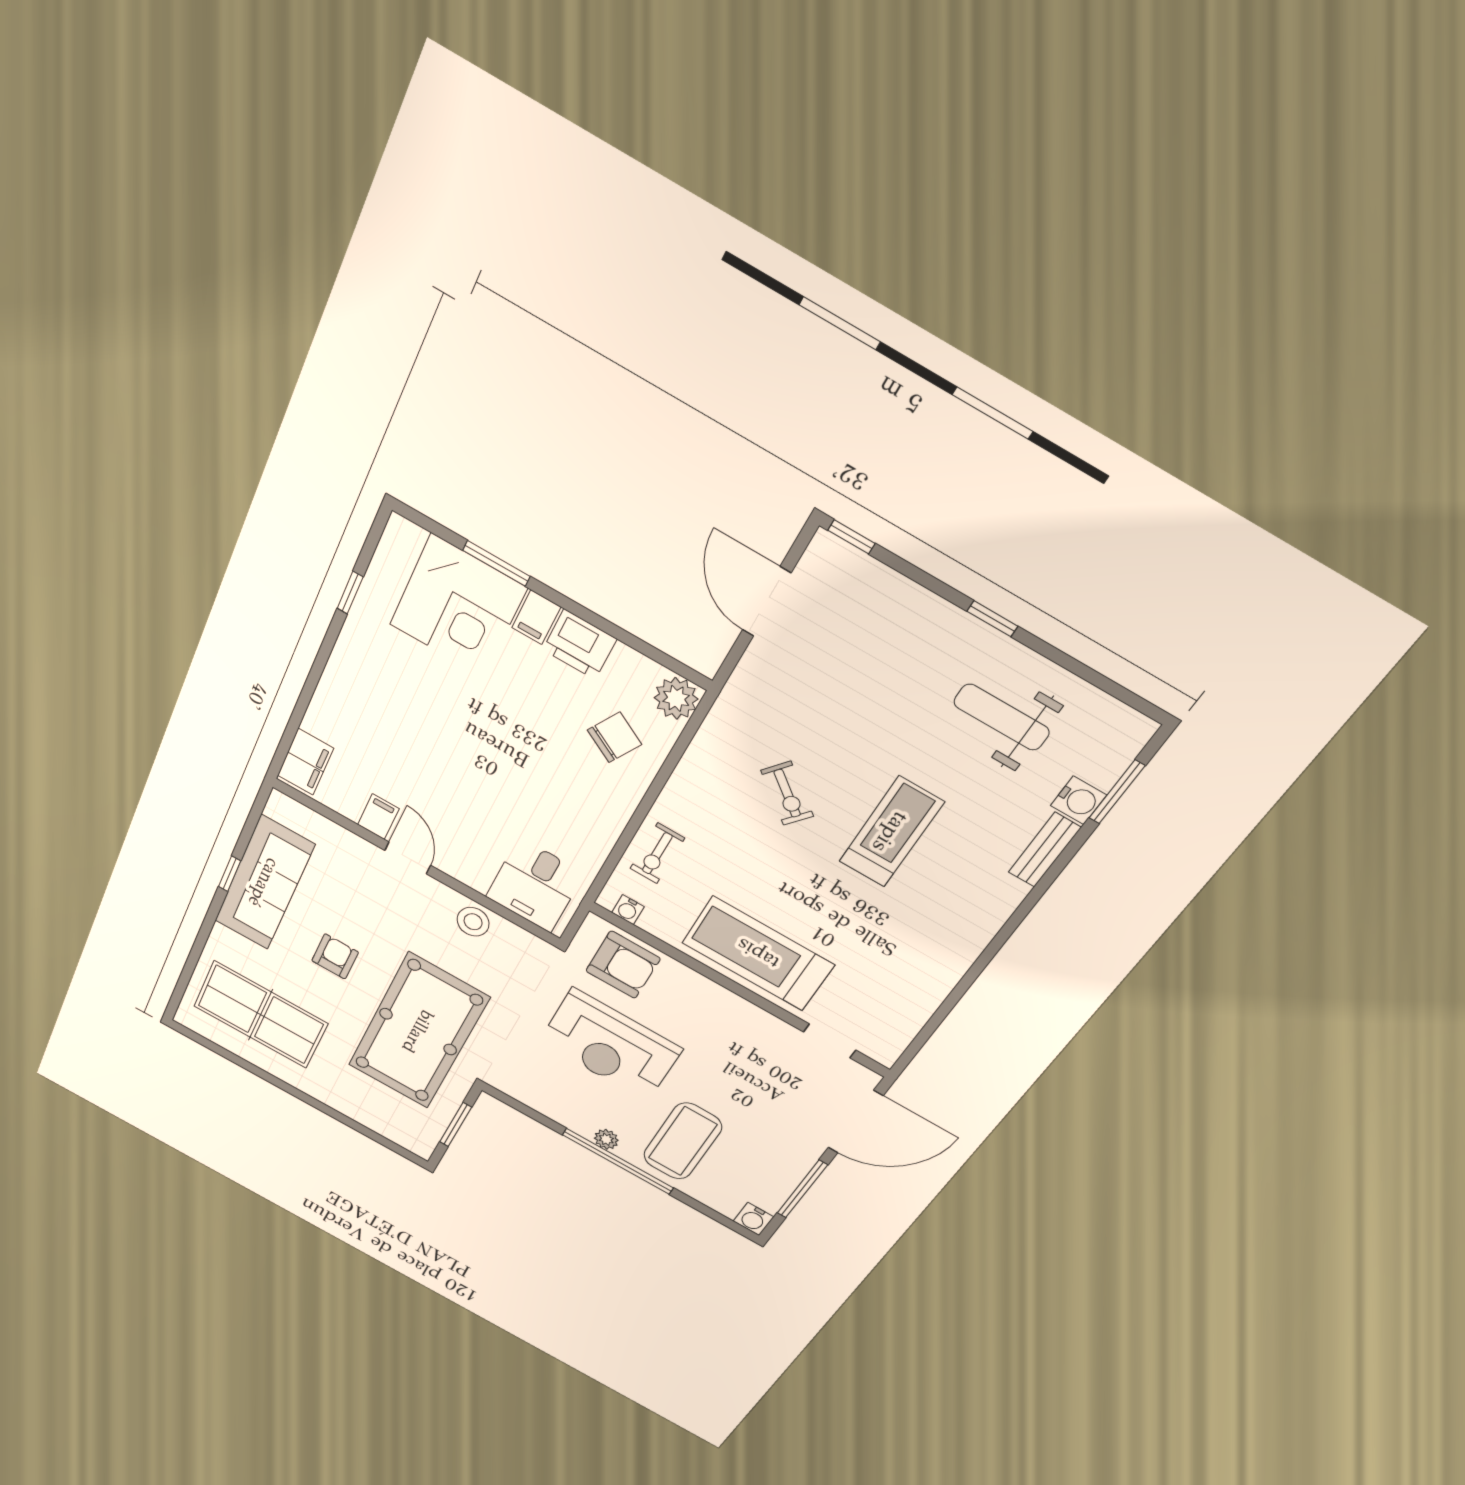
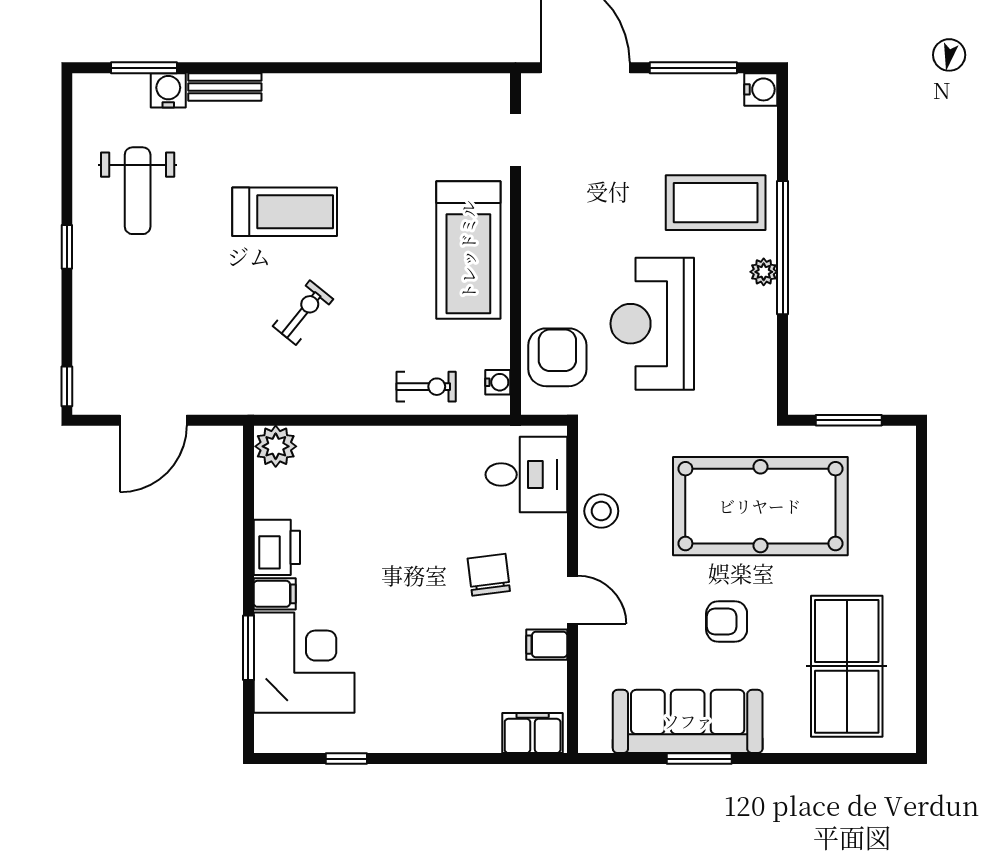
chair: (614, 737) -> (489, 575), moved, turned 54
treadmill: (891, 832) -> (285, 212), turned 180
door: (408, 858) -> (572, 600), swing flipped
window: (230, 874) -> (699, 759), width x1.50
reception desk: (610, 1045) -> (652, 324), turned 180

